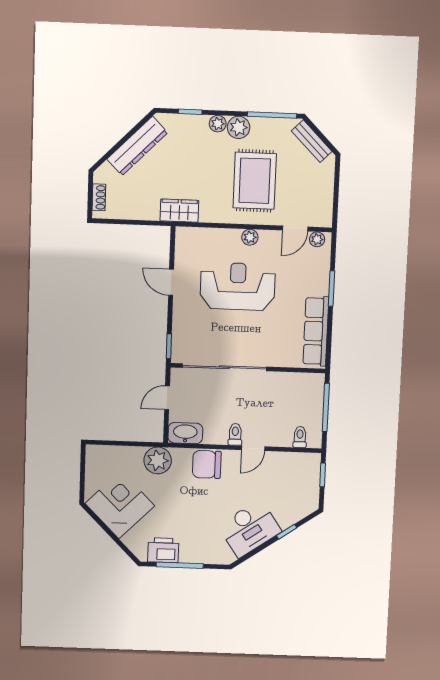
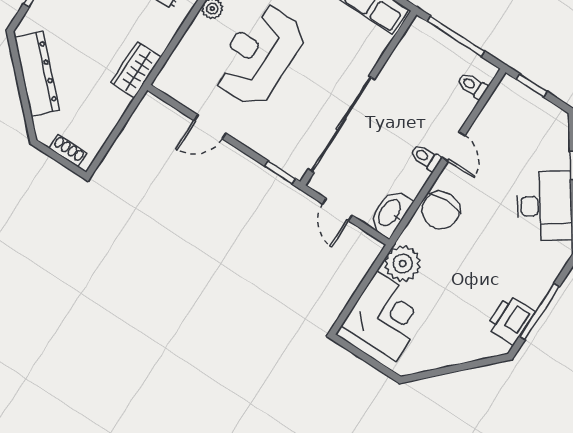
corner desk: (120, 505) -> (386, 316), moved, turned 135

